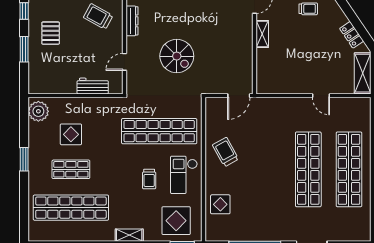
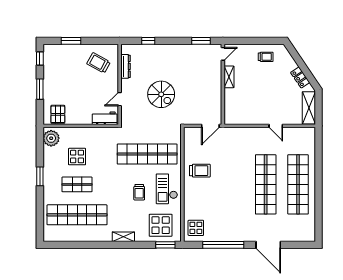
pallet: (51, 33) -> (58, 114), moved
workbench: (93, 86) -> (105, 118), moved
trolley: (226, 152) -> (200, 171), turned 119
display table: (220, 204) -> (196, 228), moved

